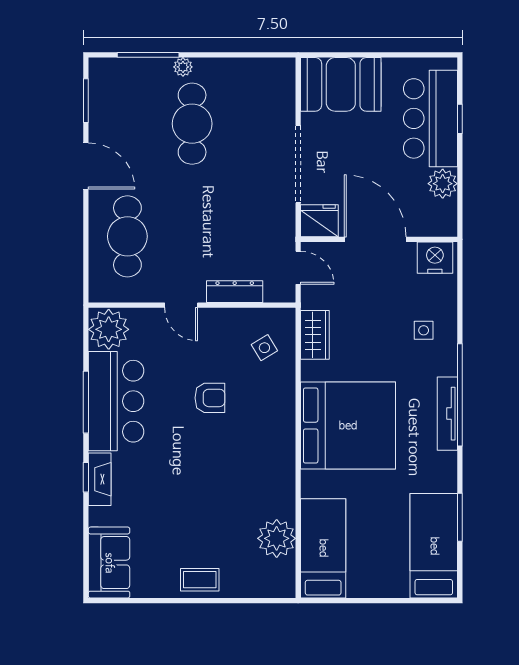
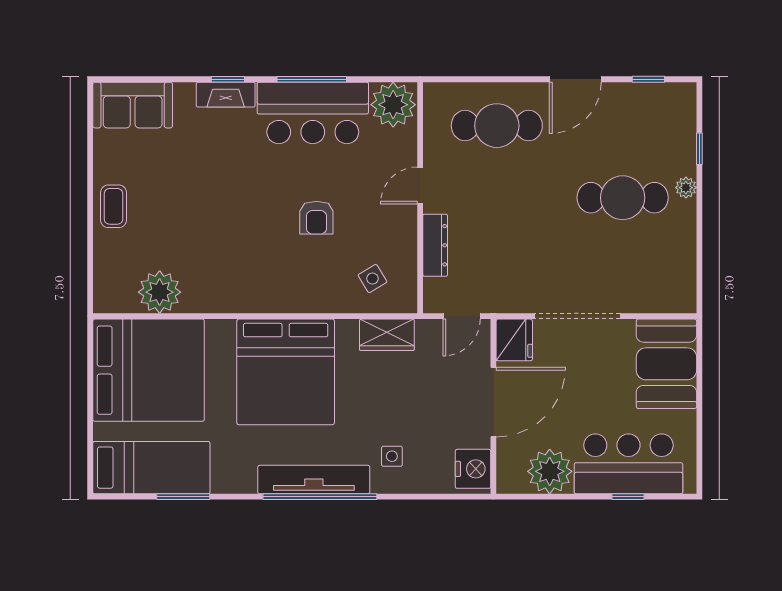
window: (148, 55) -> (699, 149), width x0.46
window: (86, 101) -> (648, 79), width x0.67
plant: (443, 184) -> (550, 471), width x1.36, depth x1.36
tv unit: (447, 414) -> (314, 480), width x1.36, depth x1.29
bed: (323, 548) -> (149, 370), width x2.04

